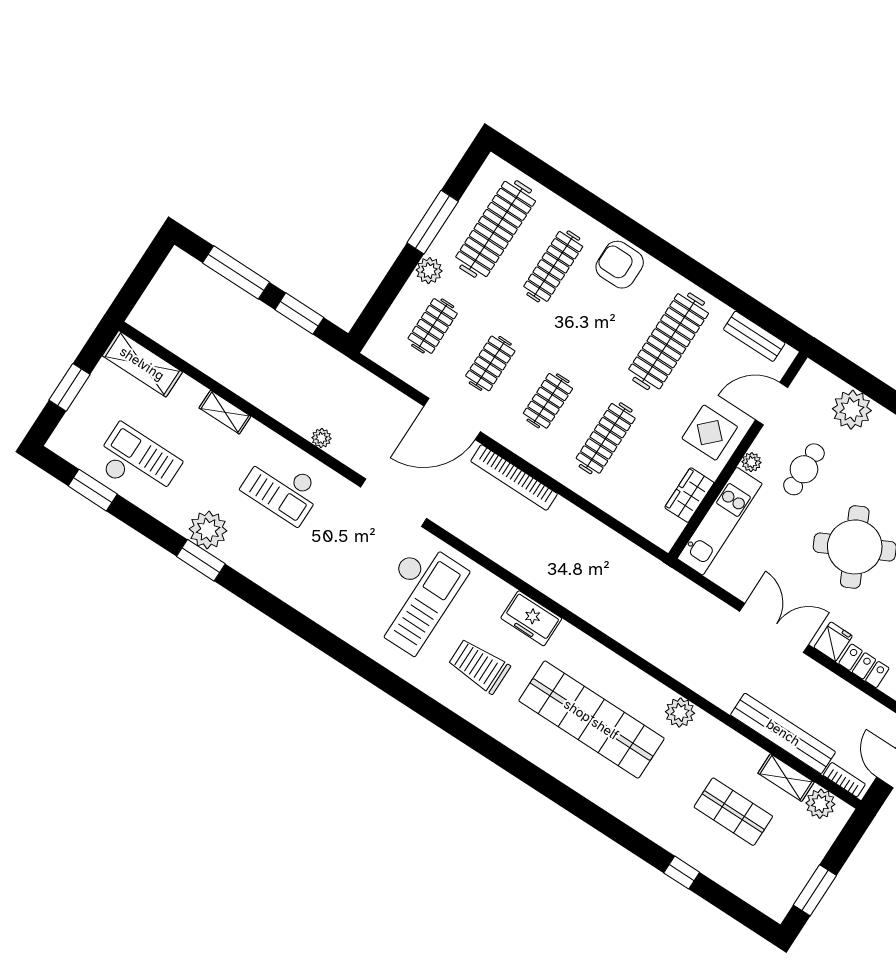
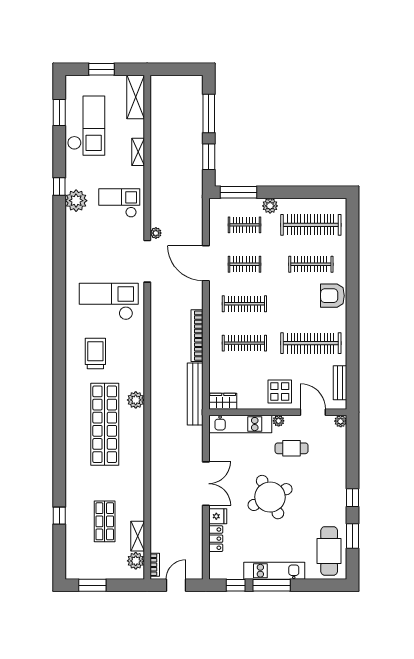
window: (433, 222) -> (239, 192), moved
armchair: (620, 265) -> (332, 296), turned -90
clothes rail: (548, 401) -> (244, 304), width x1.36
plant: (852, 410) -> (341, 421), moved, width x0.53, depth x0.53
plant: (321, 438) -> (156, 233), moved
checkout: (137, 463) -> (86, 126), width x1.36, depth x1.21
bookcase: (514, 478) -> (197, 336), moved
checkout: (282, 488) -> (119, 203), turned 90
wardrobe: (689, 495) -> (223, 401), moved
plant: (208, 530) -> (76, 201), moved
window: (201, 560) -> (59, 186), width x0.67
checkout: (416, 597) -> (109, 301), turned 180
freezer: (531, 618) -> (135, 364), removed
plant: (680, 712) -> (136, 400), moved
bench: (783, 733) -> (195, 394), moved

